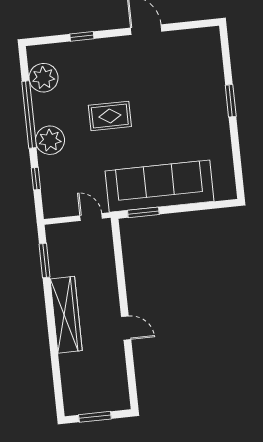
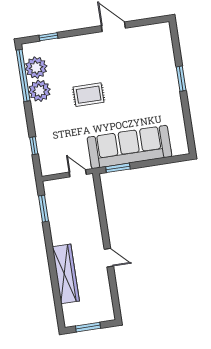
window: (82, 36) -> (48, 37), moved
window: (29, 115) -> (23, 75), moved
plant: (50, 140) -> (40, 91), moved
wardrobe: (66, 315) -> (66, 274), moved

